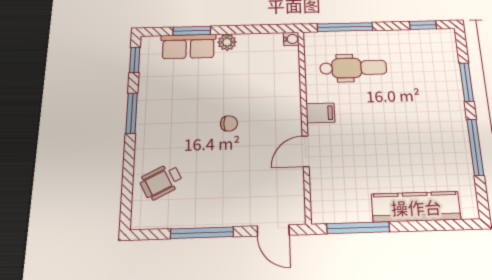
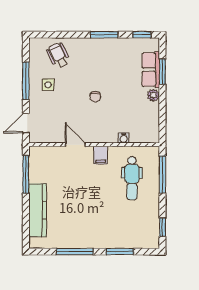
water cooler: (291, 39) -> (124, 138), moved
side table: (209, 197) -> (48, 85), added

